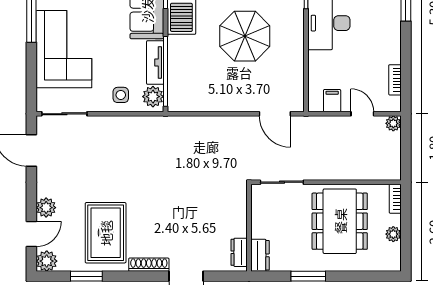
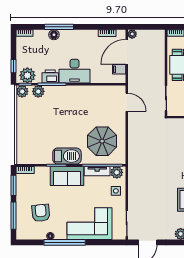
parasol: (245, 36) -> (102, 141), moved
door: (275, 114) -> (127, 102), hinge flipped
door: (362, 114) -> (127, 52), width x1.87

